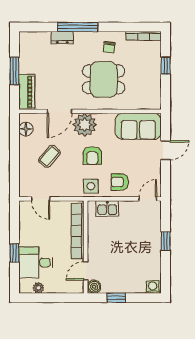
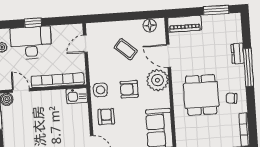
window: (14, 71) -> (216, 10), moved
kitchen sink: (107, 209) -> (77, 96), moved, turned -90
desk: (36, 263) -> (31, 43), width x1.37

